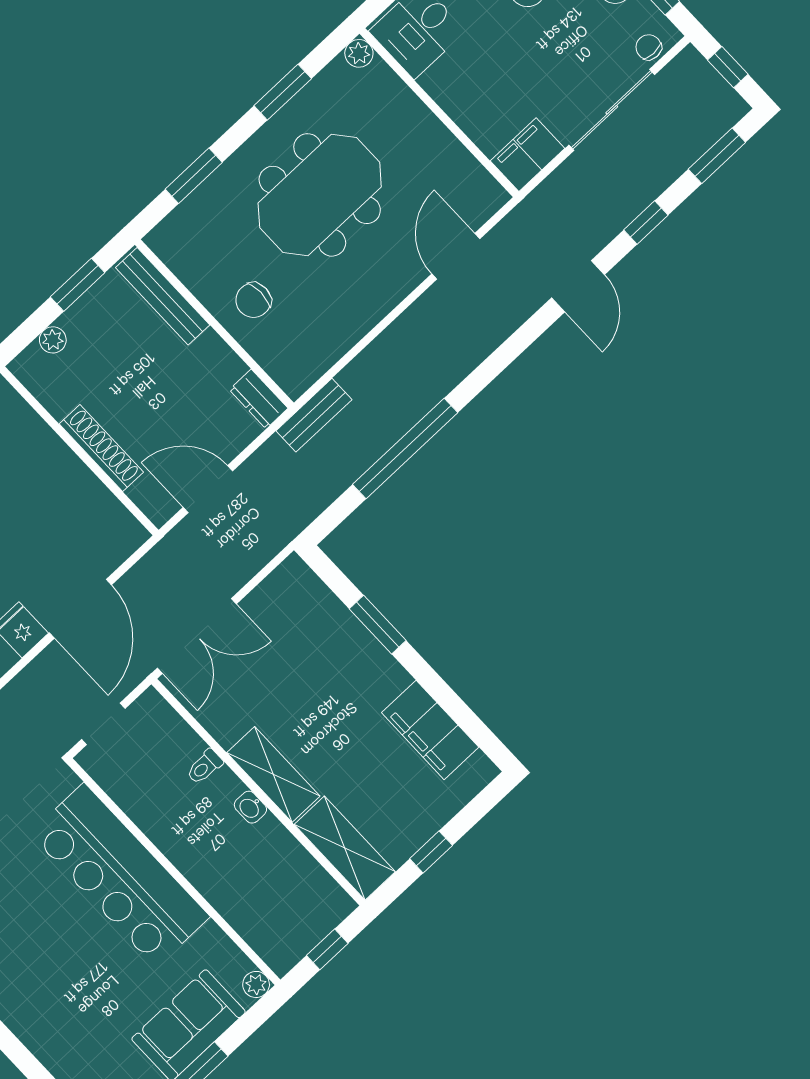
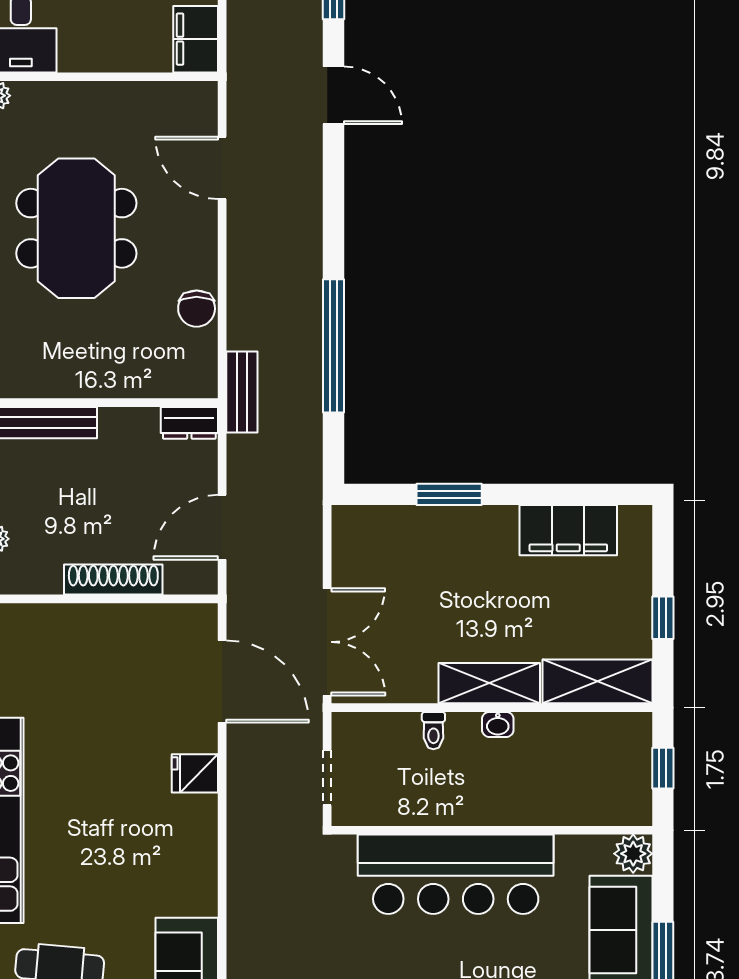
chair: (253, 300) -> (197, 309), moved
door: (80, 609) -> (222, 682), moved
plant: (256, 984) -> (633, 854), width x1.38, depth x1.38

